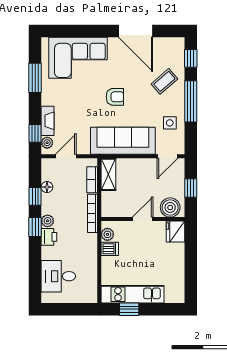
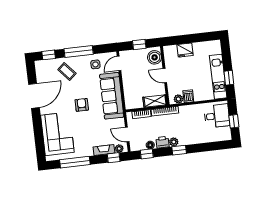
window: (35, 78) -> (75, 162), width x1.44
door: (167, 156) -> (119, 63), swing flipped
shelving: (108, 174) -> (155, 101), moved
window: (35, 196) -> (147, 154), moved
fridge: (176, 232) -> (185, 50), moved
printer: (49, 237) -> (162, 142), moved
desk: (58, 276) -> (217, 116), moved, turned -90
window: (67, 309) -> (234, 121), added

